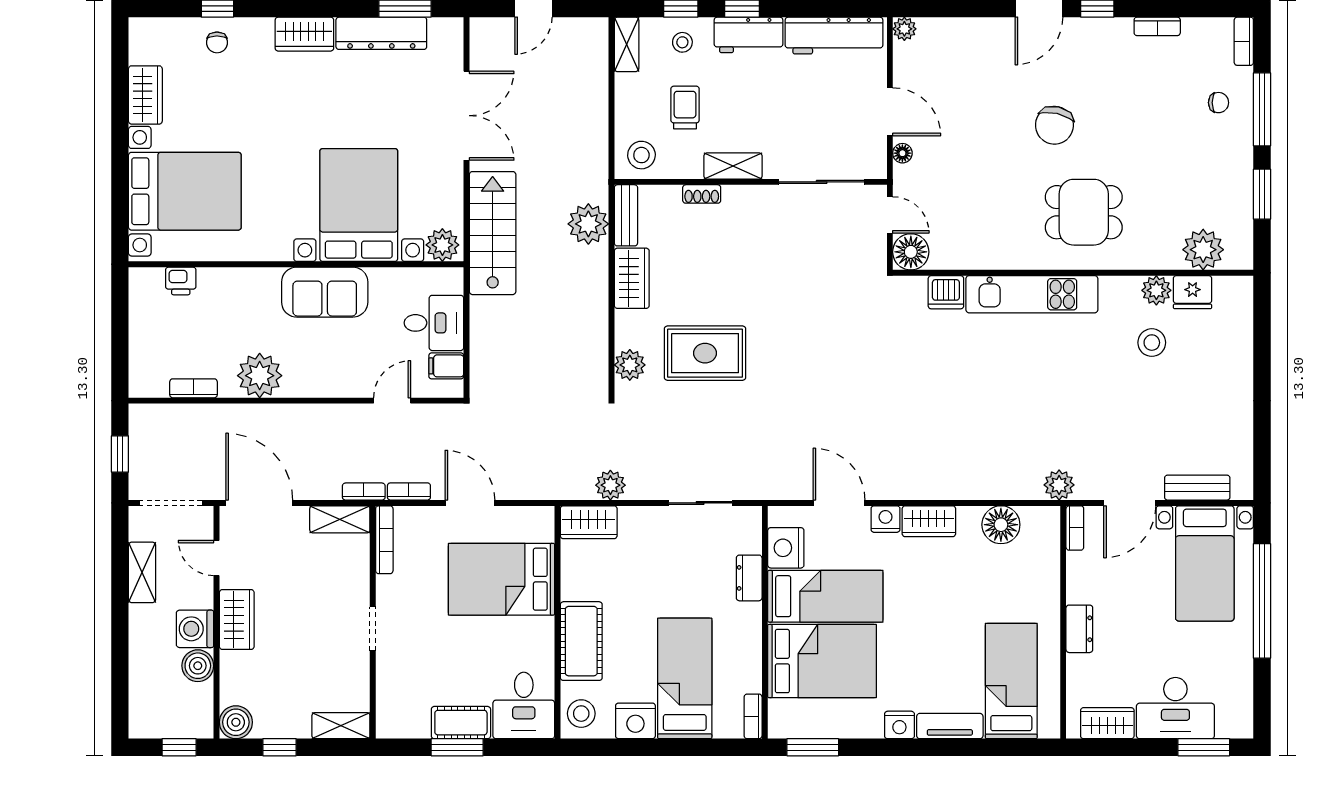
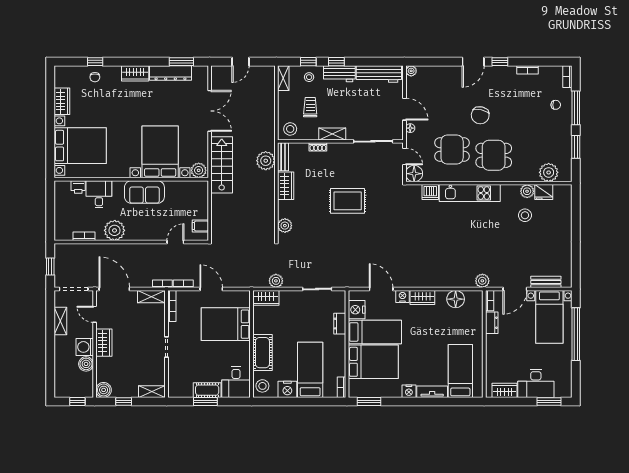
dining table: (993, 200) -> (452, 149), added
desk: (434, 323) -> (99, 194), moved, turned -90
rug: (705, 353) -> (348, 201), moved
dresser: (1079, 629) -> (492, 323), moved

